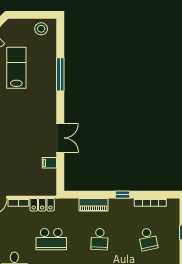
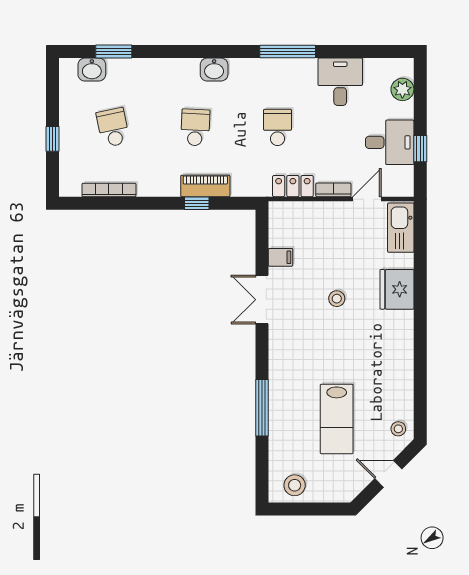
stool: (16, 139) -> (337, 299), added
window: (123, 195) -> (197, 203), moved
school desk: (51, 239) -> (277, 127), width x0.54

